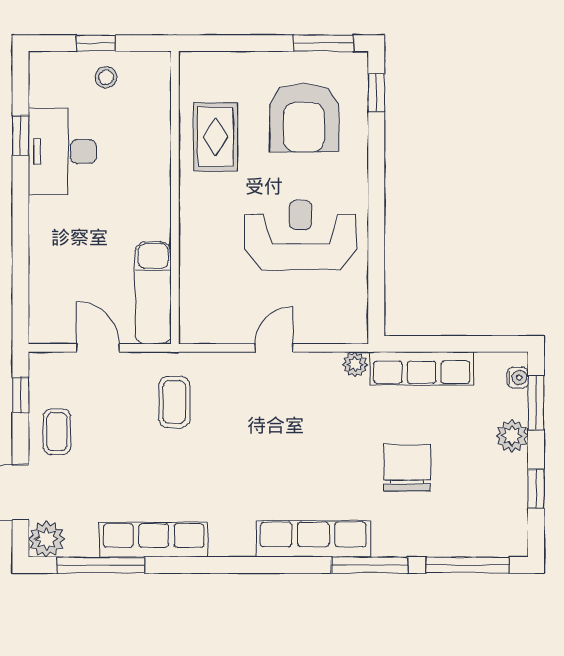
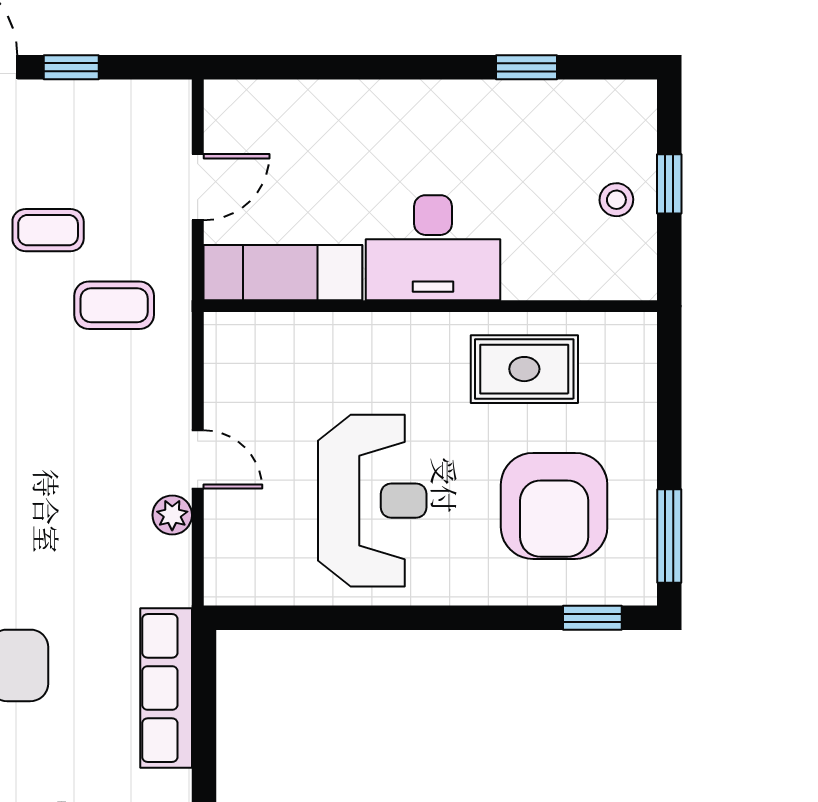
armchair: (304, 118) -> (554, 506), turned -90
desk: (62, 151) -> (433, 248), moved, turned 180
plant: (355, 364) -> (172, 515), moved
window: (20, 395) -> (71, 67), moved
coffee table: (57, 432) -> (48, 230), moved

